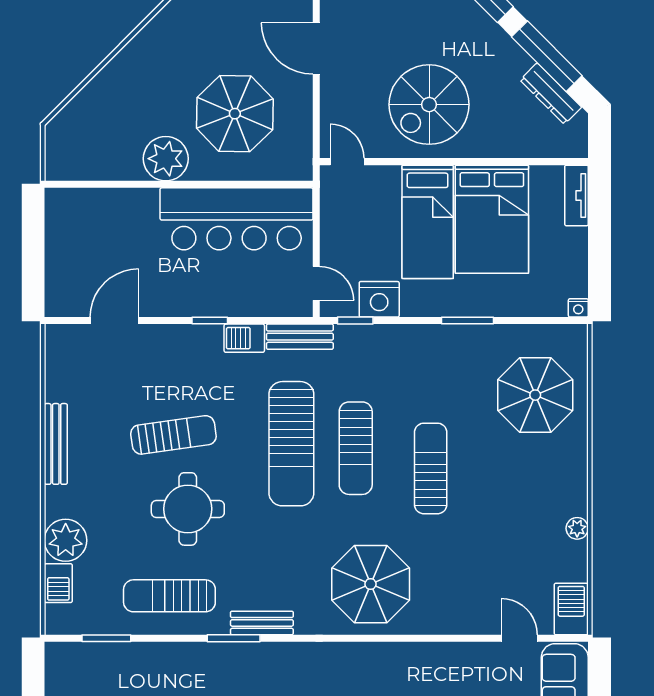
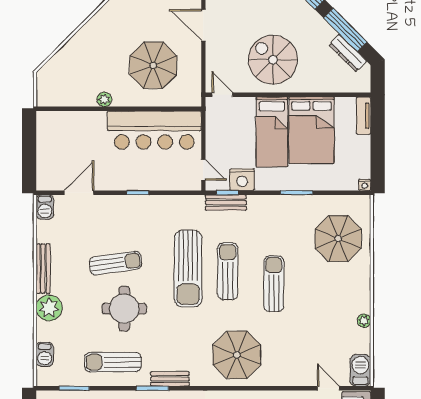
spiral stairs: (429, 105) -> (273, 60), turned 90
plant: (166, 159) -> (104, 99), width x0.53, depth x0.53
bench: (300, 337) -> (226, 203), moved
barbecue: (244, 338) -> (45, 207), moved, turned -90
sun lounger: (356, 448) -> (228, 271), turned 180
plant: (66, 540) -> (49, 308), moved

